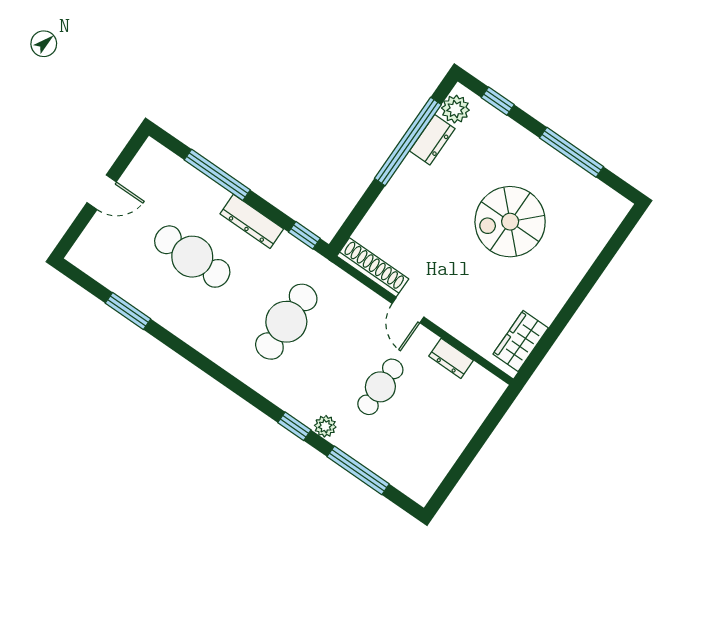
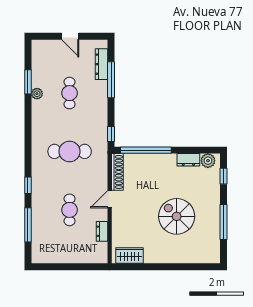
window: (408, 142) -> (146, 150), moved
dresser: (252, 221) -> (102, 64), moved
cafe table: (192, 257) -> (70, 93), width x0.73, depth x0.74
cafe table: (380, 387) -> (70, 210), turned 90
plant: (325, 426) -> (37, 94), moved

